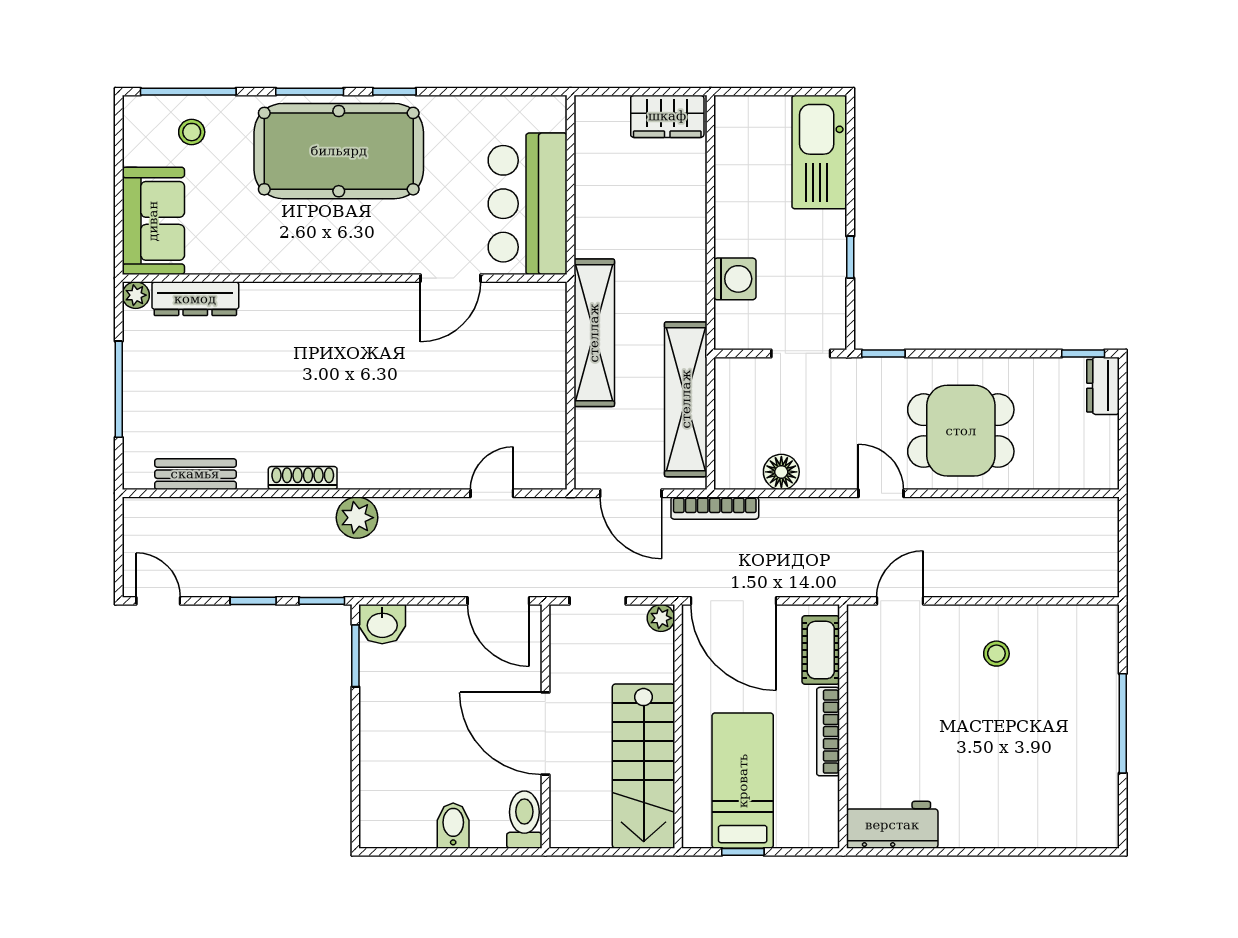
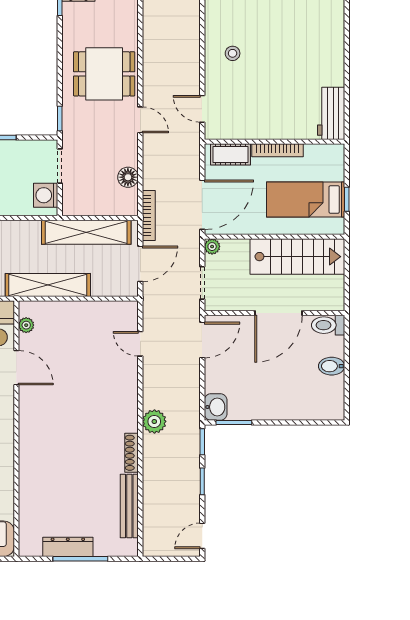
washing machine: (735, 279) -> (46, 195), moved, turned -90
plant: (136, 295) -> (26, 325), moved
dresser: (195, 299) -> (68, 547), moved, turned -90
dining table: (961, 431) -> (104, 74), turned 90
bench: (195, 474) -> (129, 506), width x1.36
door: (881, 493) -> (140, 120), swing flipped

